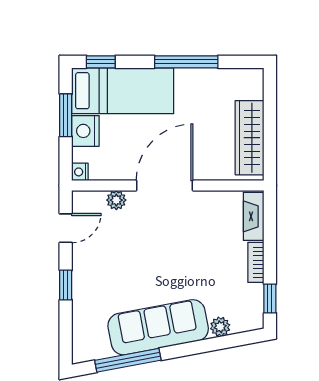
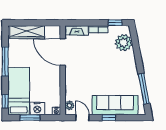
wardrobe: (250, 138) -> (27, 32), moved
door: (165, 186) -> (63, 52), moved
plant: (116, 200) -> (69, 105), moved
sofa: (158, 327) -> (115, 105), moved, turned 101
plant: (220, 327) -> (124, 43), width x1.88, depth x1.88

